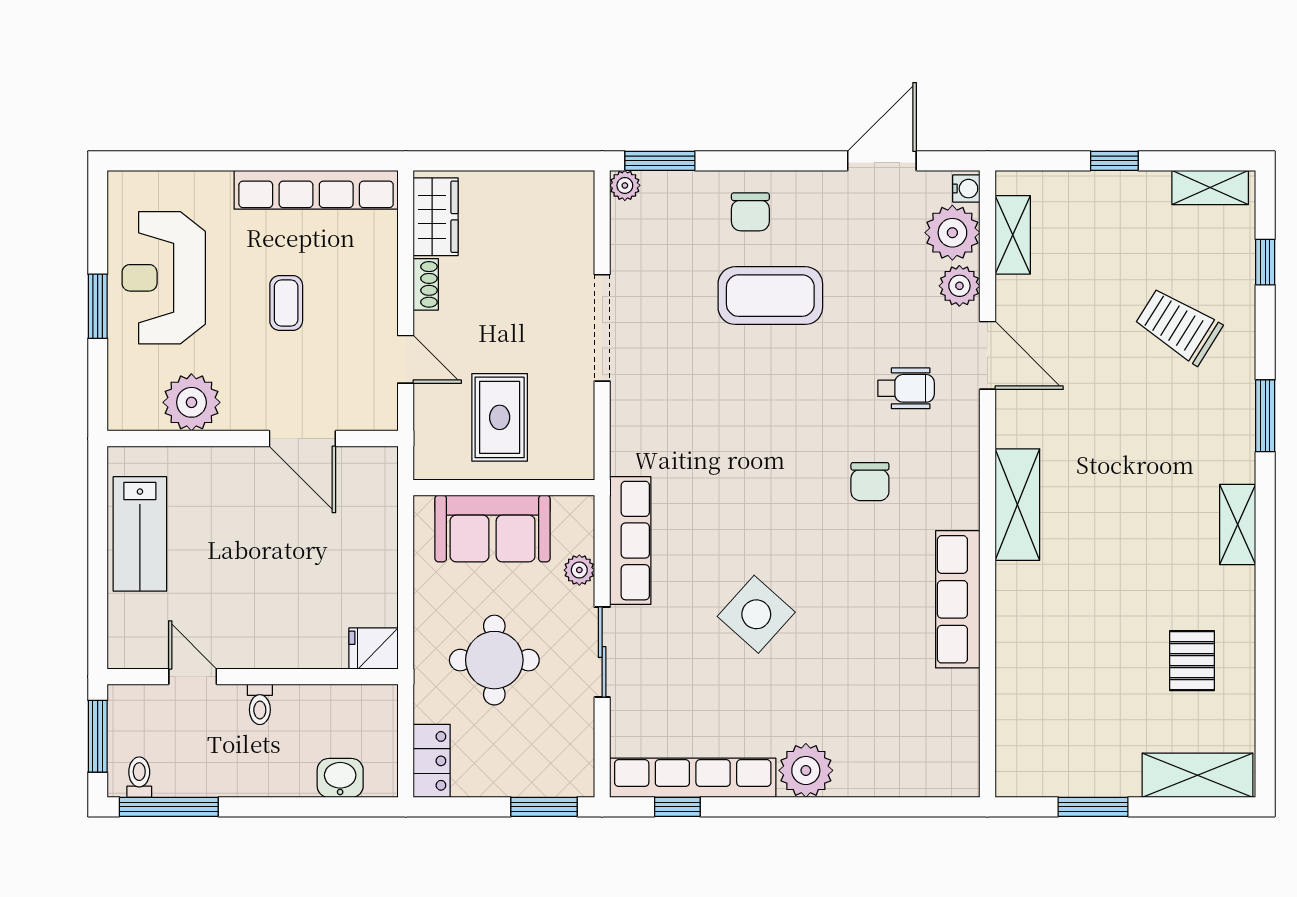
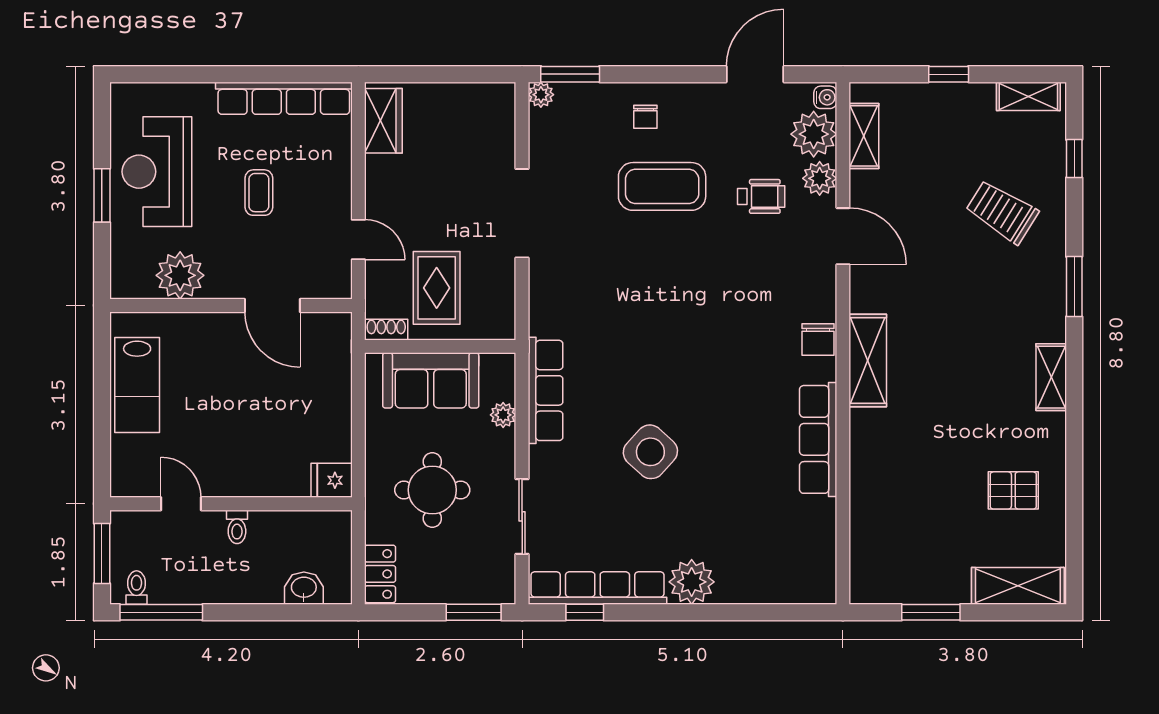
chair: (750, 212) -> (645, 117), width x0.73, depth x0.73
shoe rack: (426, 284) -> (386, 330), moved, turned -90
wheelchair: (906, 388) -> (761, 196), moved
chair: (870, 482) -> (818, 339), moved
sliding door: (602, 652) -> (522, 516), moved
pallet: (1192, 661) -> (1013, 490), turned 90

